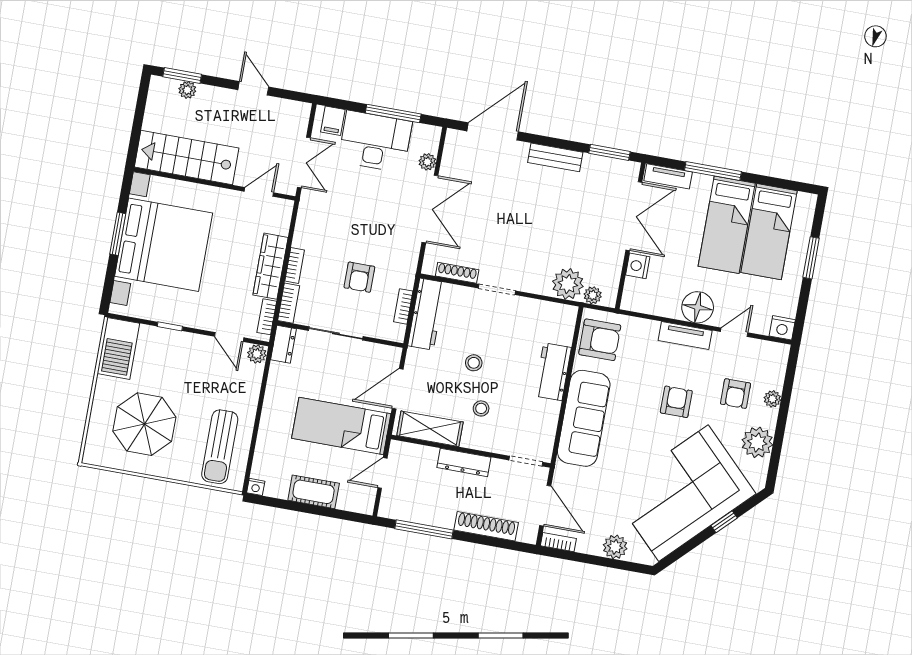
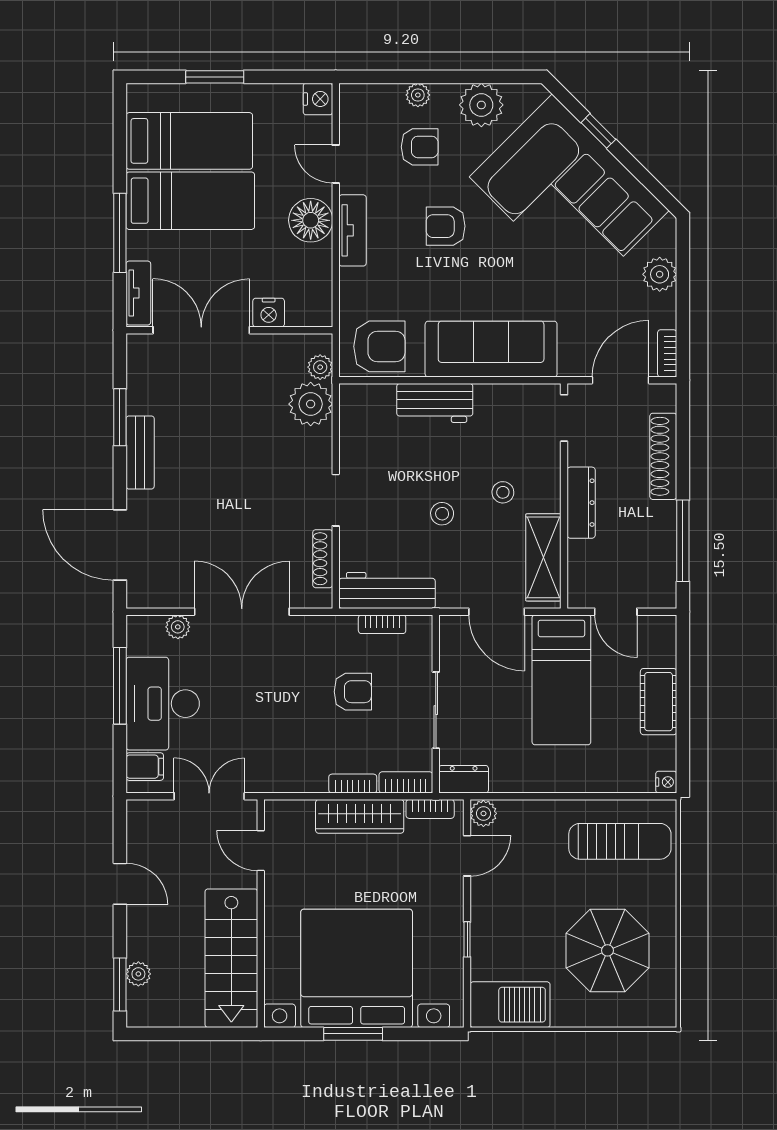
door: (253, 88) -> (120, 884), swing flipped
window: (609, 152) -> (120, 417), moved
armchair: (600, 340) -> (379, 346), turned 90

